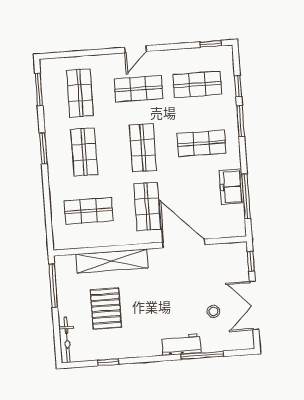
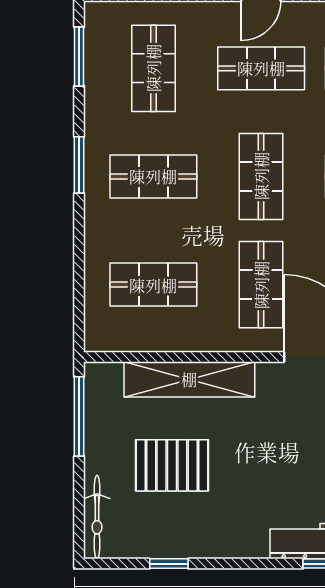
shop shelf: (84, 152) -> (153, 176), turned 90
pallet: (106, 309) -> (172, 465), turned 90

